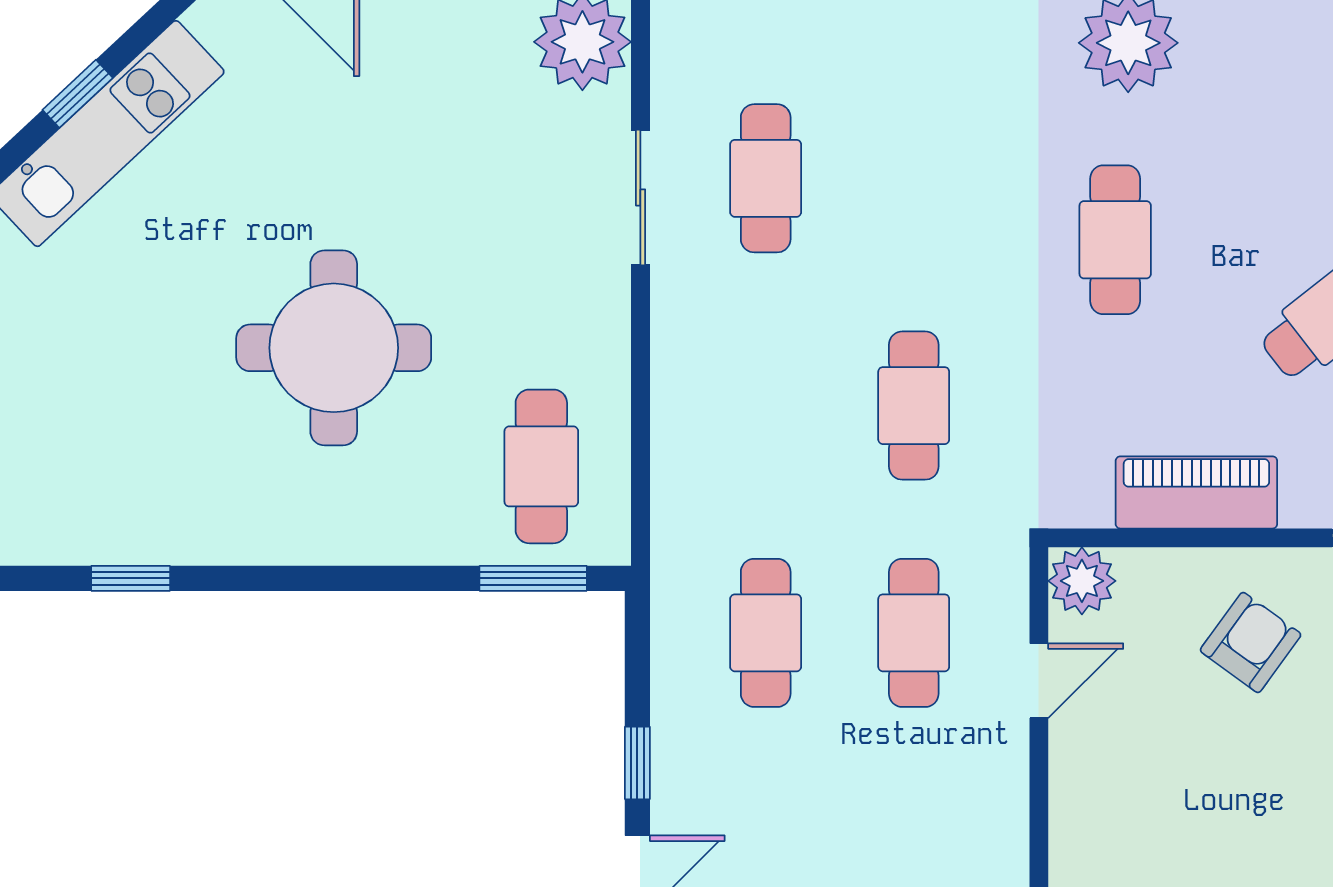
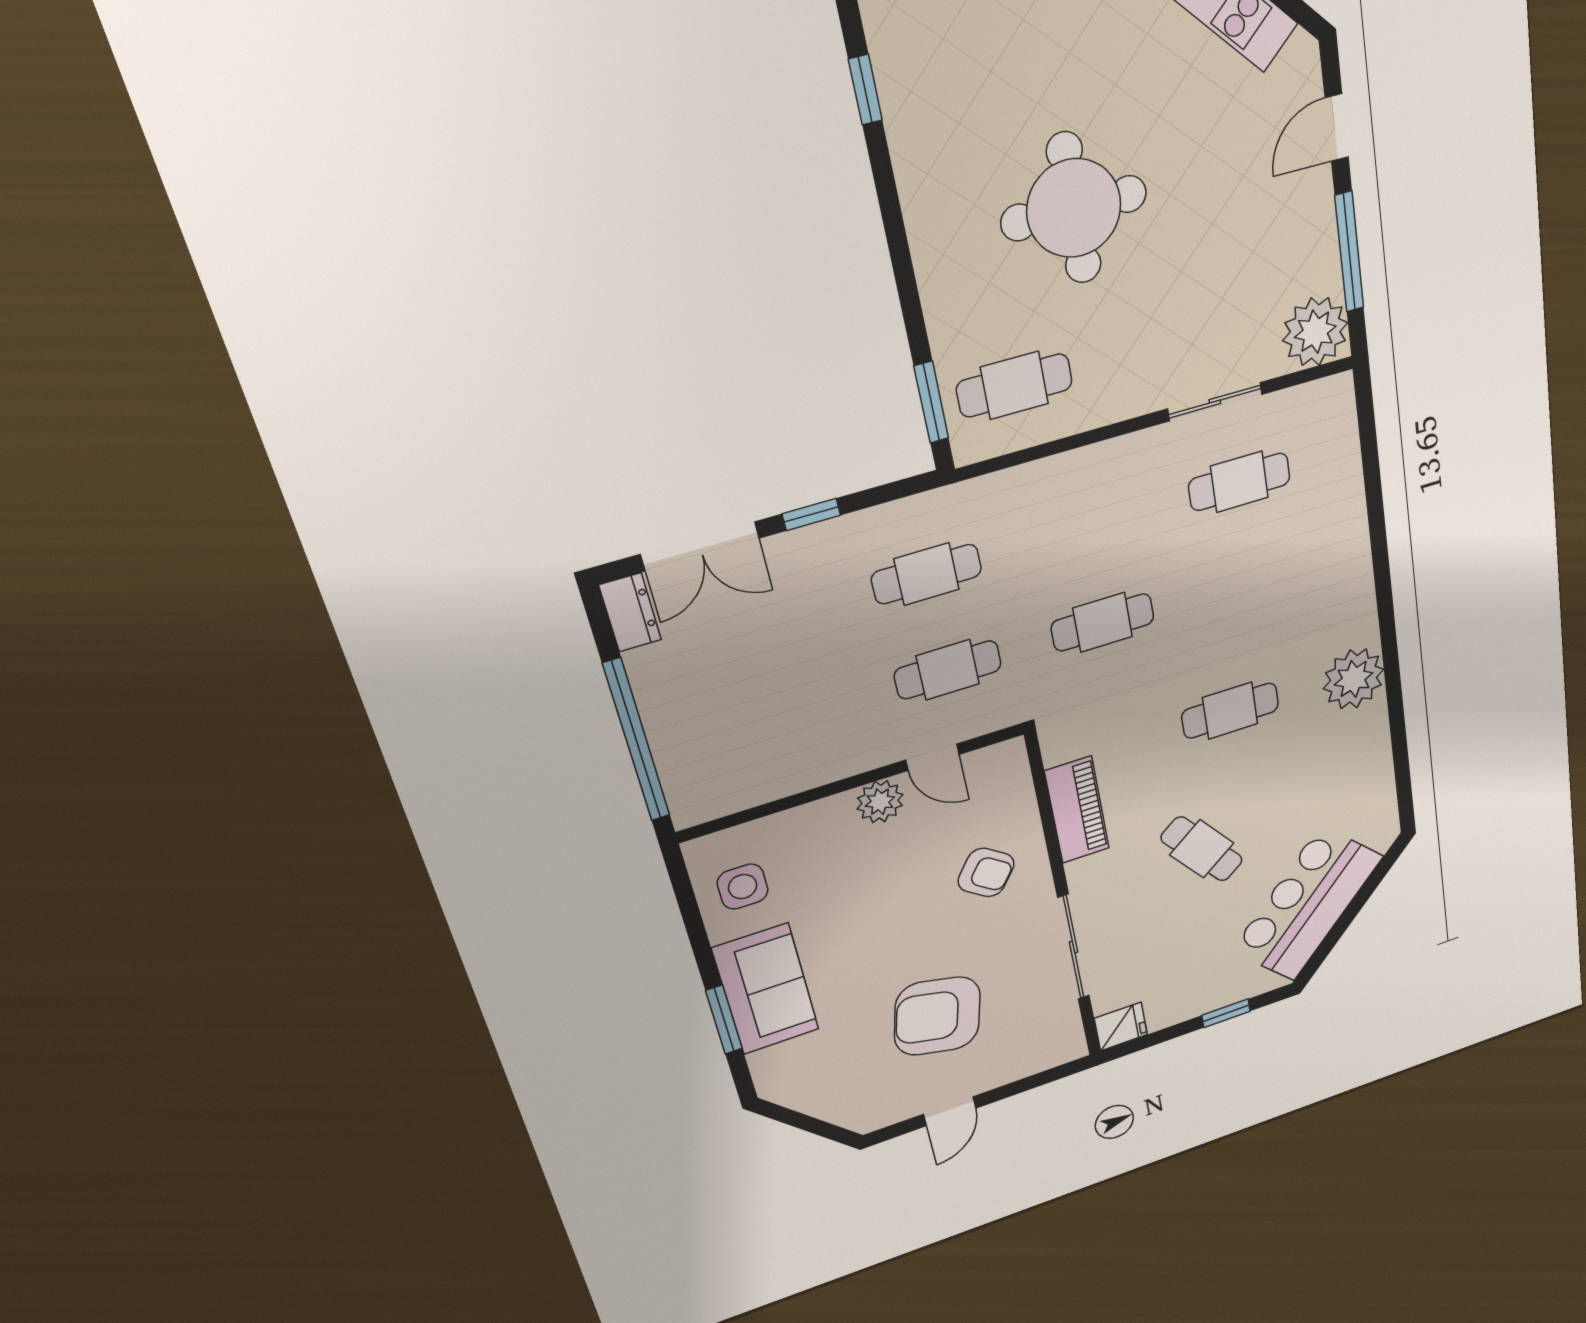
plant: (1082, 581) -> (880, 802), moved

